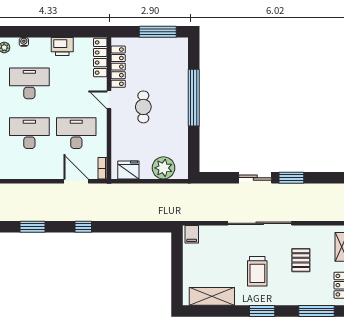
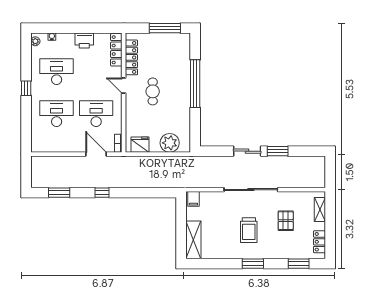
shelving: (212, 296) -> (193, 240), moved, turned 90
window: (316, 311) -> (299, 264), width x0.69

